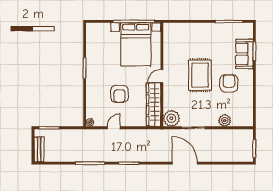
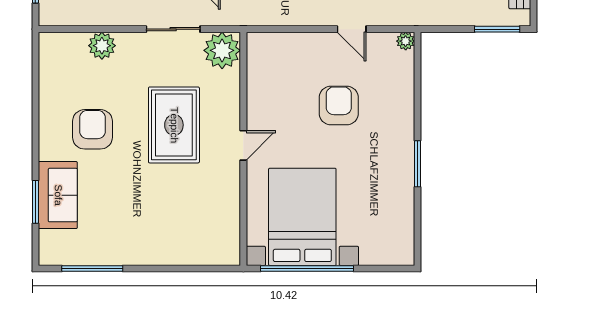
rug: (200, 75) -> (174, 125), moved
armchair: (229, 83) -> (93, 129), turned 180
wardrobe: (154, 105) -> (262, 81), removed
door: (114, 128) -> (352, 29), hinge flipped

